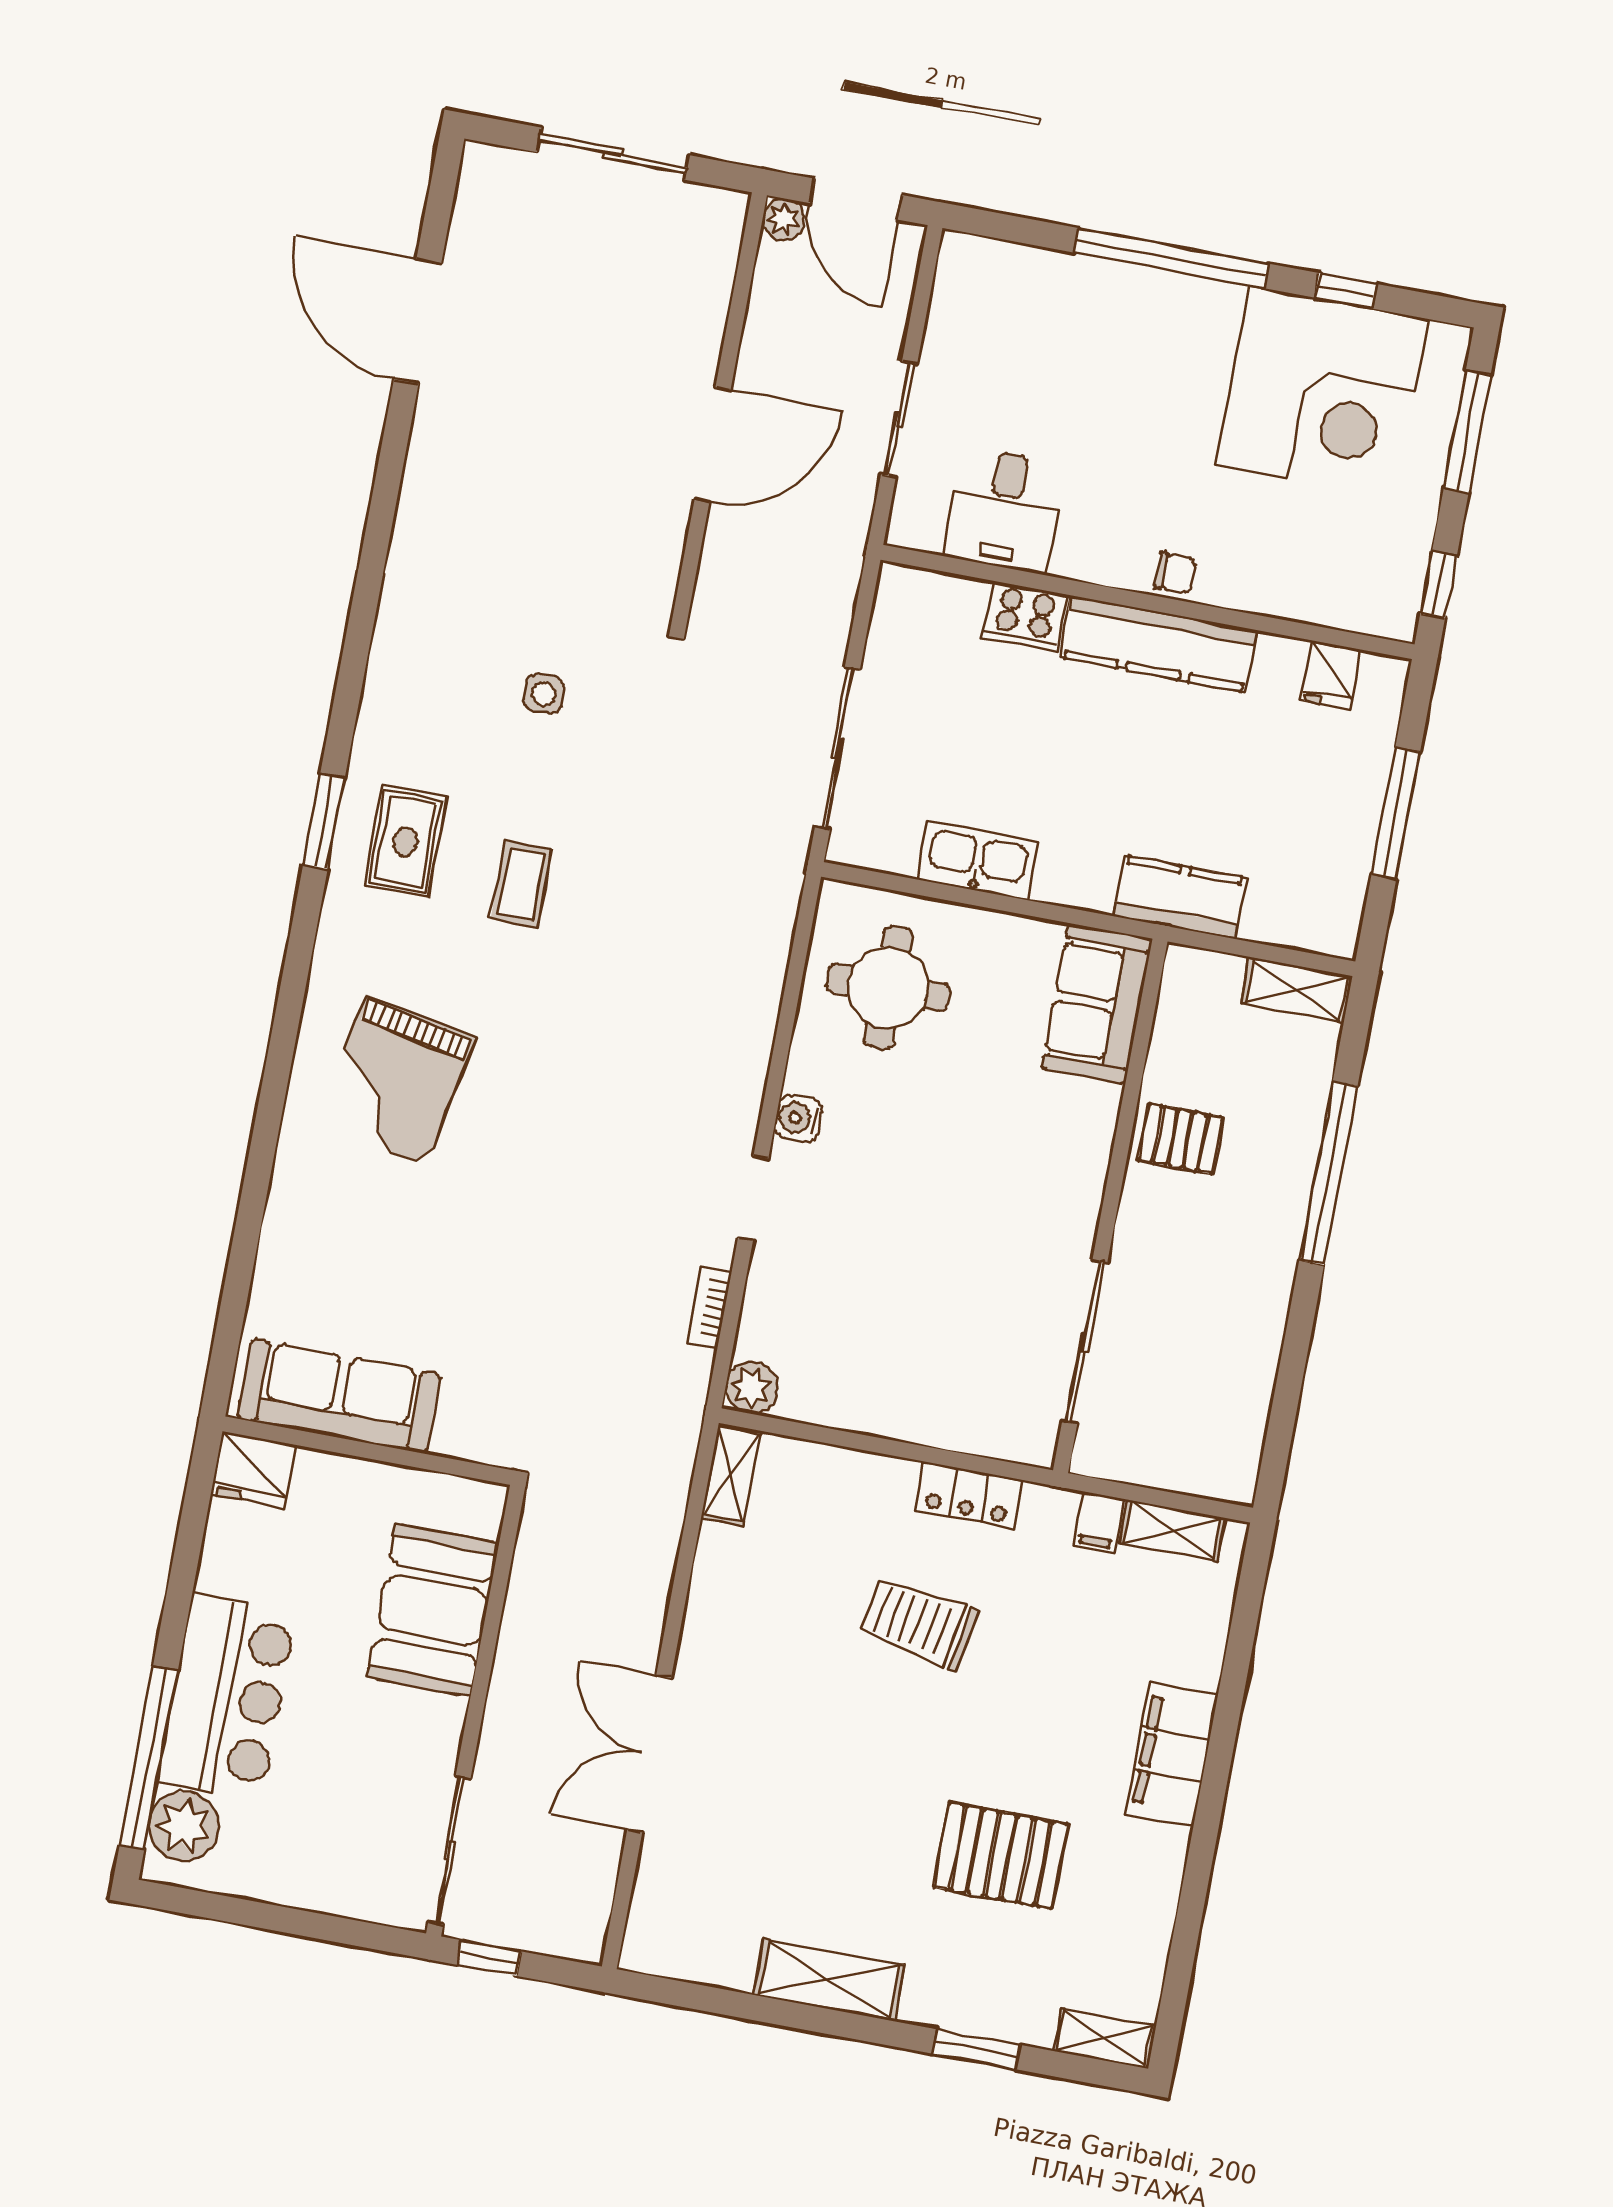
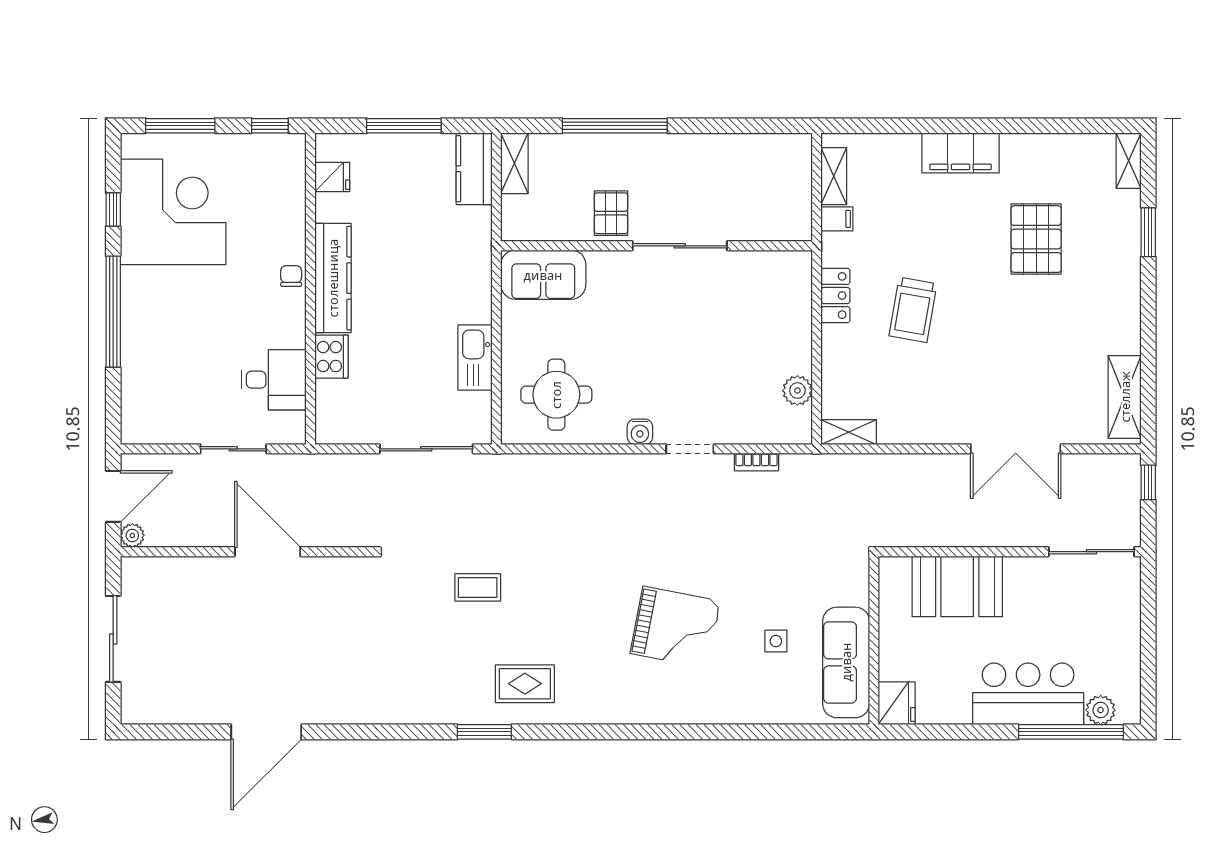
door: (418, 321) -> (266, 732), moved
side table: (544, 694) -> (776, 641), moved
window: (324, 822) -> (484, 732), moved
coffee table: (521, 884) -> (478, 587), moved
kitchen counter: (1180, 897) -> (474, 169), moved
grand piano: (396, 1080) -> (675, 627), moved
sliding door: (1085, 1342) -> (680, 246), moved
plant: (752, 1388) -> (797, 391), moved
plant: (184, 1826) -> (1101, 710), width x0.73, depth x0.73
window: (489, 1958) -> (1148, 482), moved
shelving: (829, 1980) -> (1125, 397), moved

